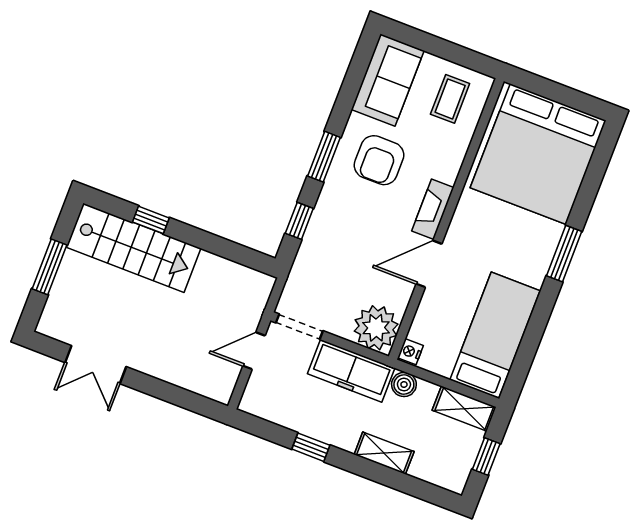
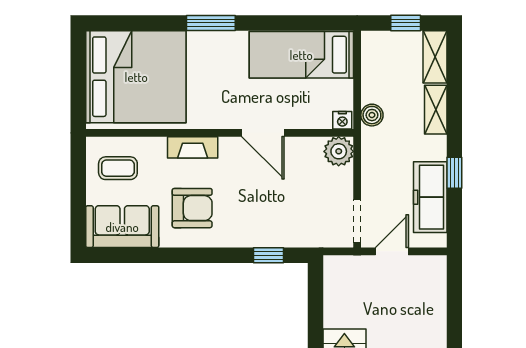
window: (324, 157) -> (207, 255), removed
fireplace: (433, 209) -> (193, 147), moved
plant: (376, 328) -> (339, 151), width x0.73, depth x0.73
door: (254, 351) -> (392, 251), swing flipped
freezer: (351, 371) -> (430, 197), moved, turned 180
shelving: (464, 409) -> (435, 57), moved

